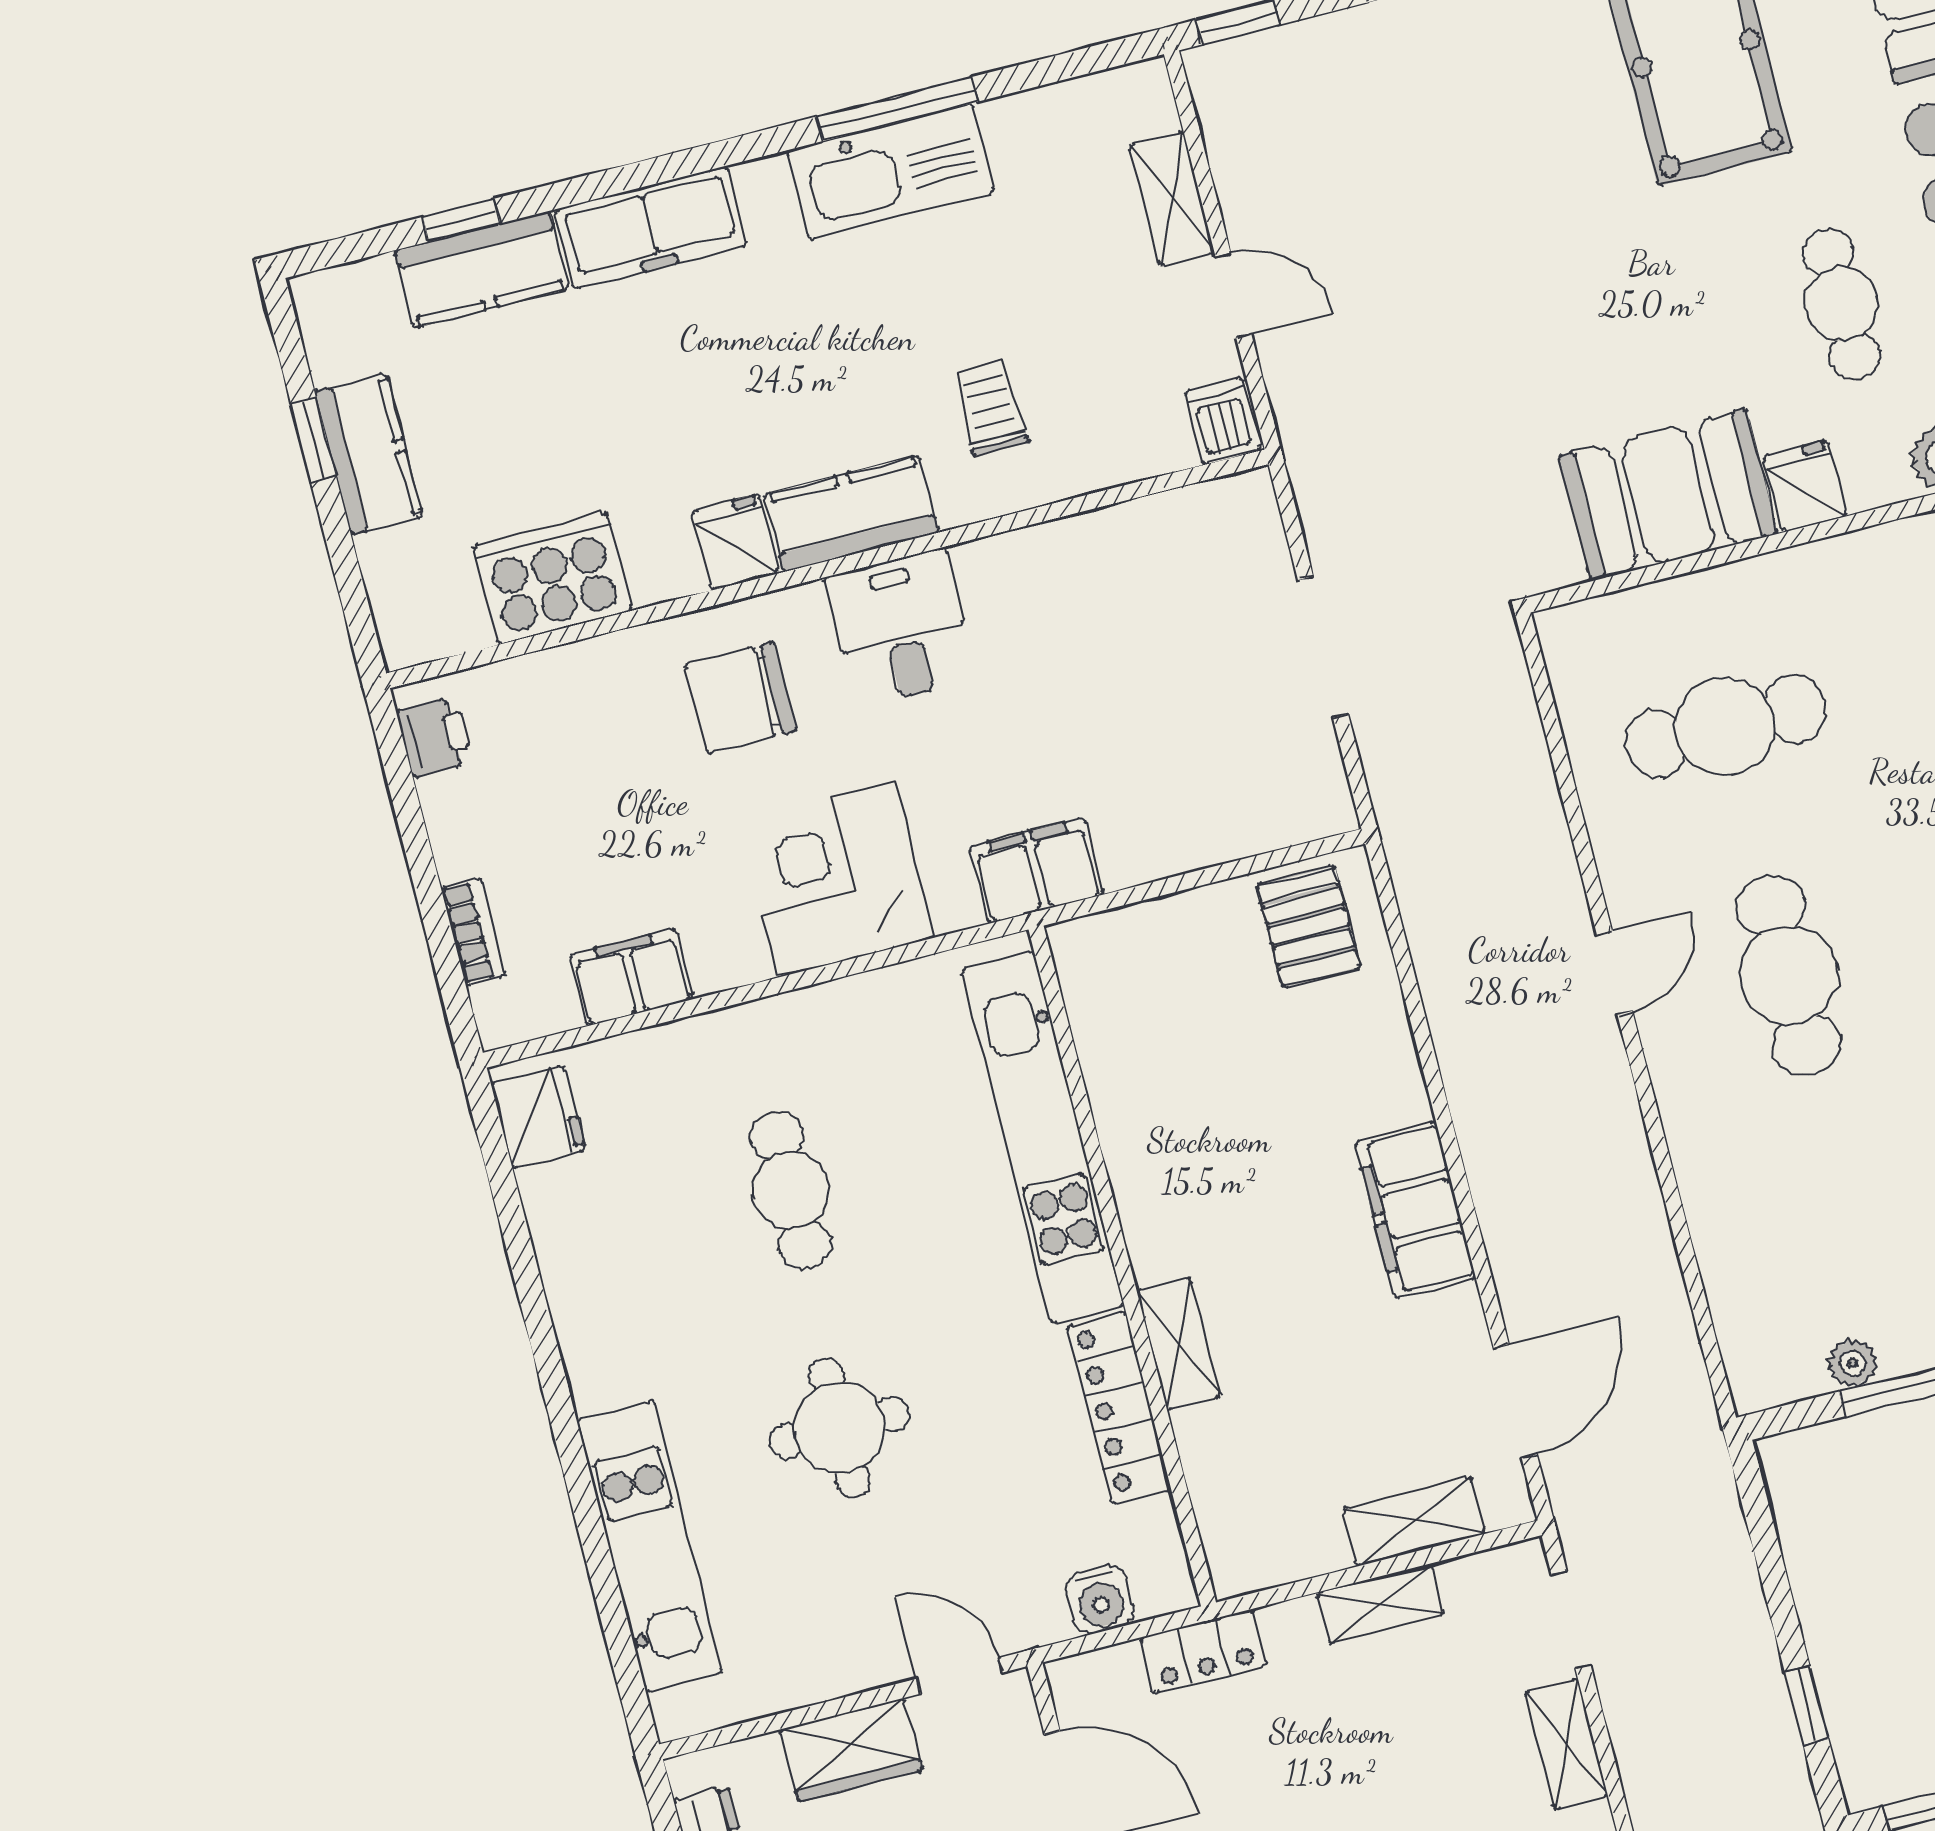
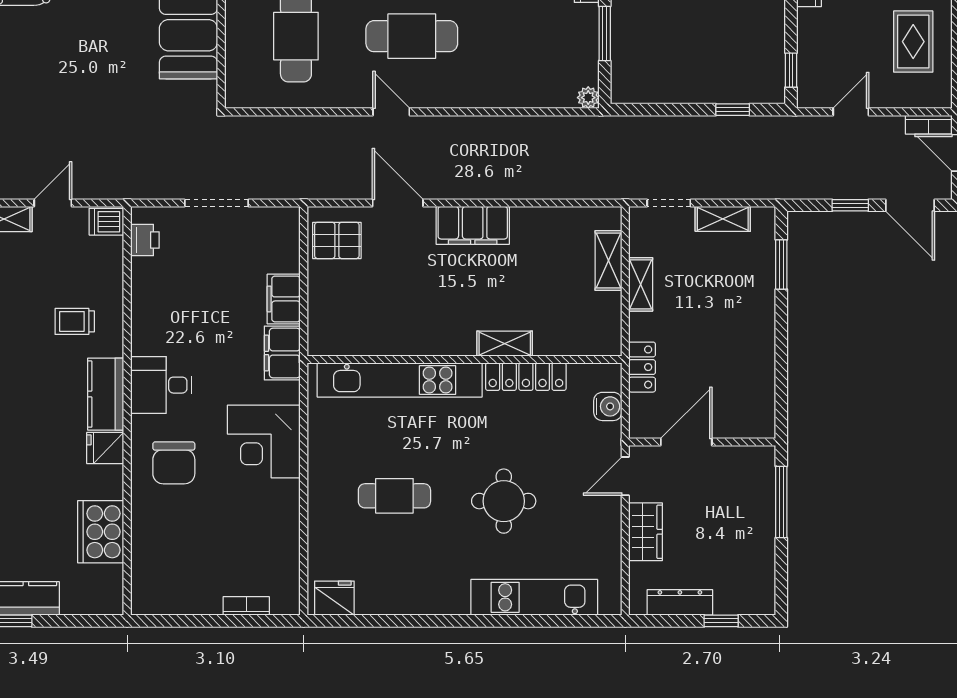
printer: (435, 737) -> (145, 240), moved, turned 90
filing cabinet: (631, 977) -> (284, 299), moved
plant: (1853, 1363) -> (588, 98), moved
door: (1515, 1401) -> (398, 203), moved

